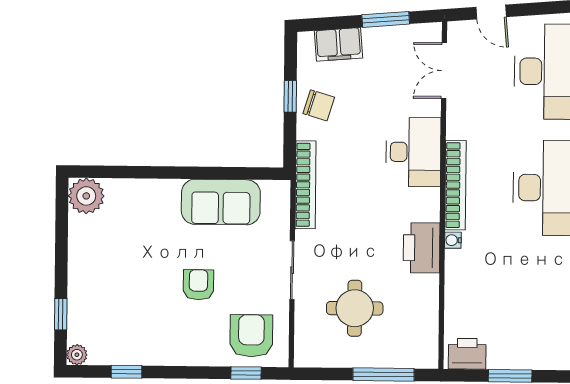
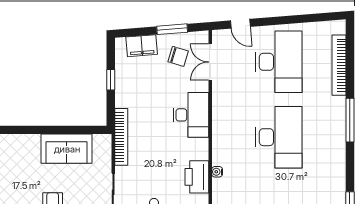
chair: (319, 105) -> (178, 56), moved
bookcase: (455, 185) -> (218, 136), removed

